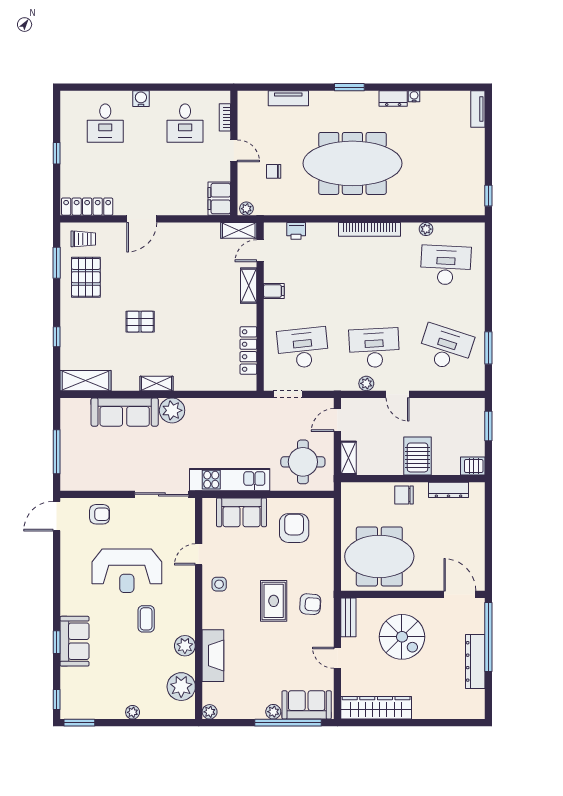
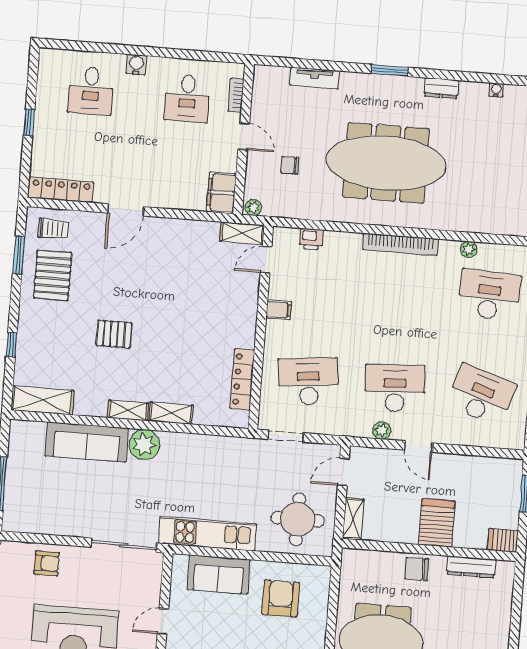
water cooler: (414, 96) -> (496, 90), moved
shelving: (249, 286) -> (171, 413), moved, turned 90

